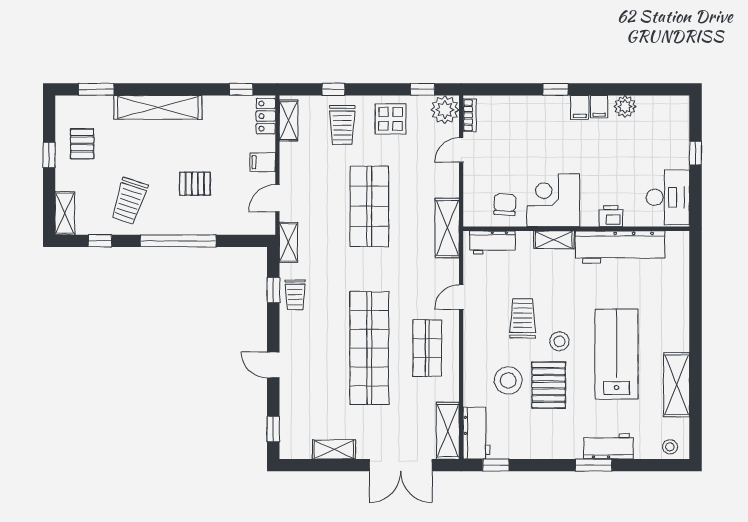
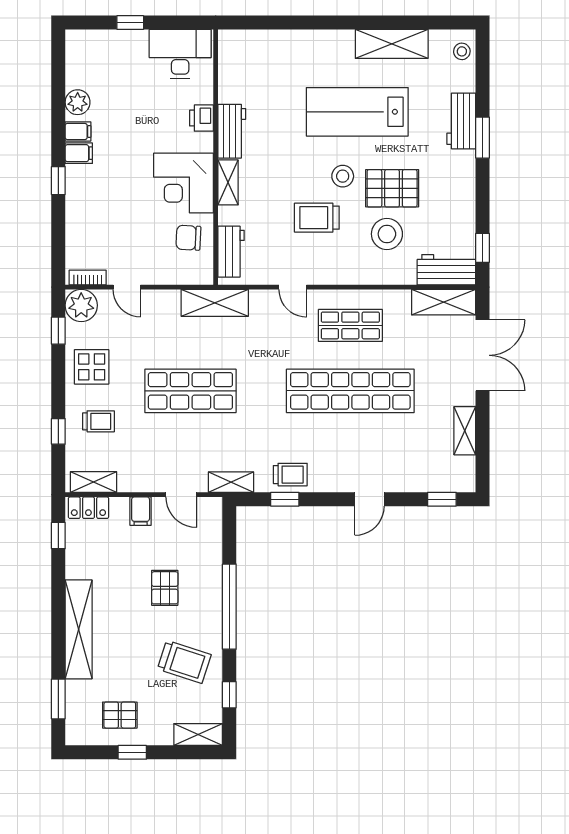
trolley: (342, 125) -> (98, 421), width x0.73, depth x0.72
workbench: (620, 247) -> (232, 131), width x0.53, depth x0.76

